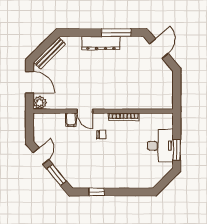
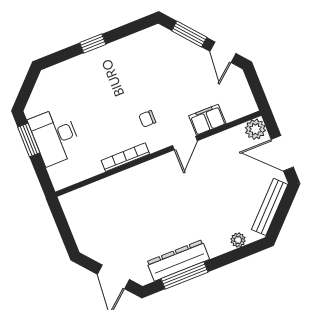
plant: (76, 41) -> (238, 240), added
dresser: (101, 43) -> (178, 260), moved
door: (85, 111) -> (185, 143), swing flipped
filing cabinet: (71, 120) -> (207, 120), width x2.00
window: (97, 192) -> (93, 43), moved

